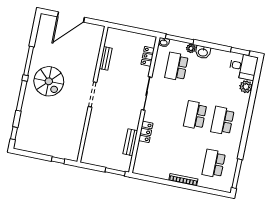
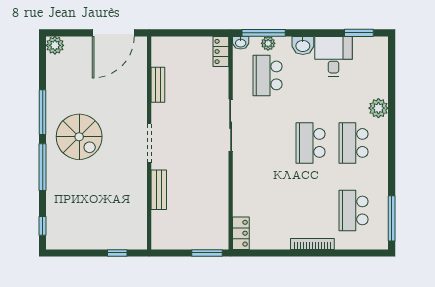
door: (71, 17) -> (113, 33), moved
plant: (45, 20) -> (55, 45), added
plant: (191, 48) -> (268, 43), moved
locker: (148, 56) -> (221, 52), moved
desk: (243, 67) -> (334, 56), moved, turned -90
plant: (246, 87) -> (378, 108), moved
locker: (146, 132) -> (241, 233), moved
bench: (130, 142) -> (159, 190), moved

